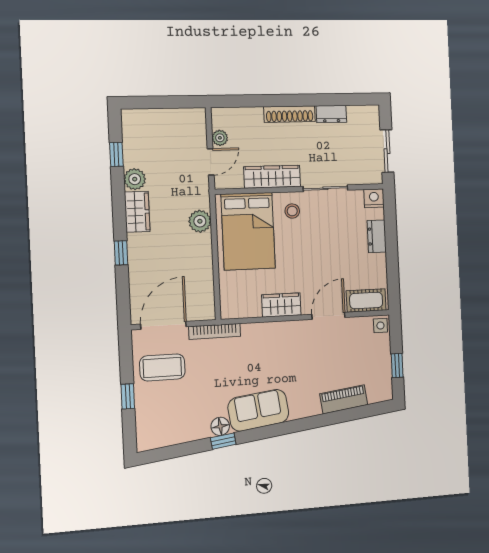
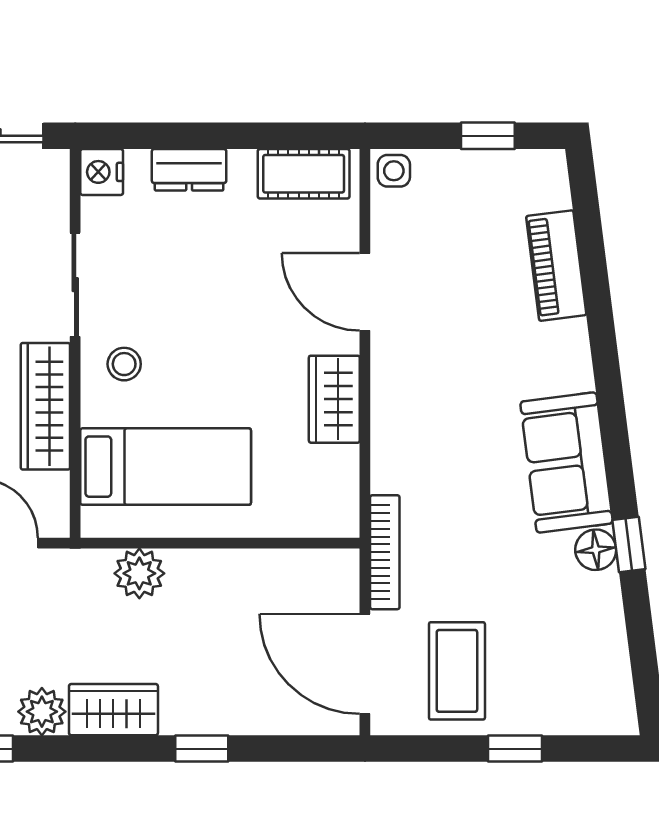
bed: (248, 231) -> (166, 467), width x0.67
cot: (366, 301) -> (304, 174), moved, turned 90

